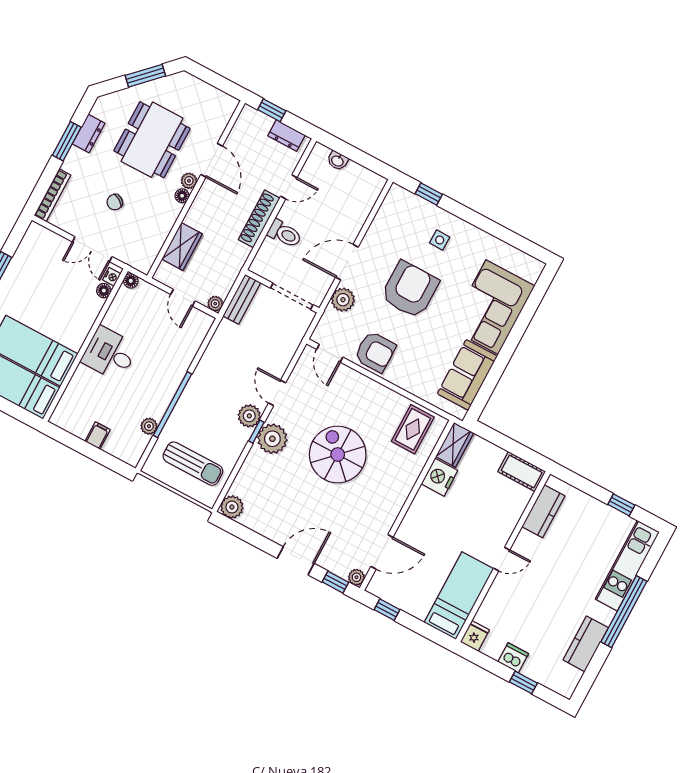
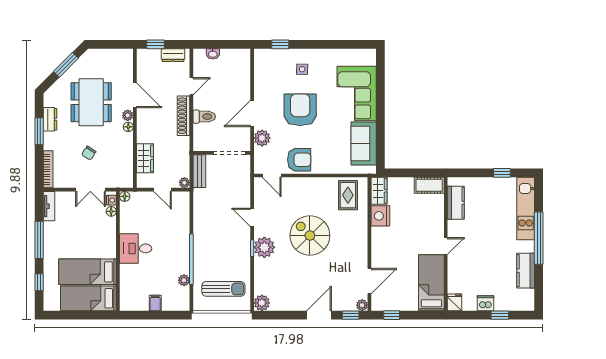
tv unit: (29, 242) -> (49, 206), added
plant: (249, 416) -> (242, 241), removed

